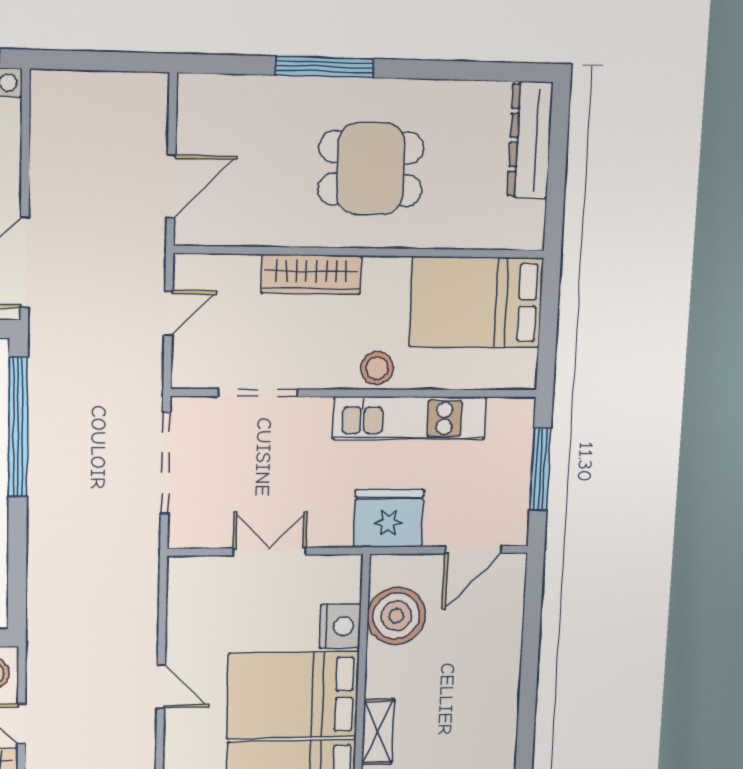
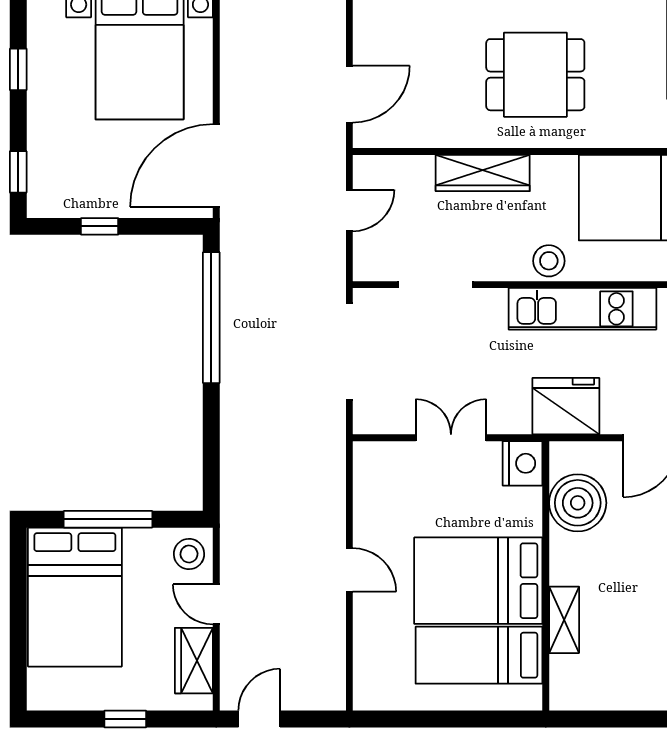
nightstand: (340, 626) -> (522, 463), moved

